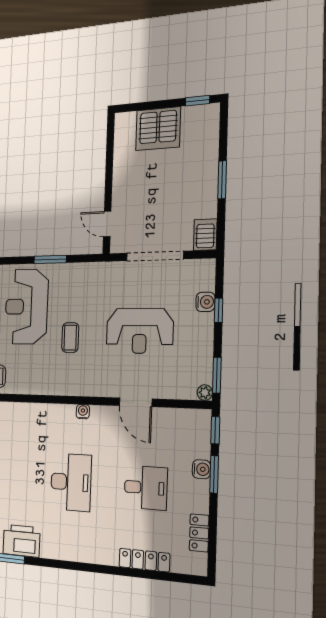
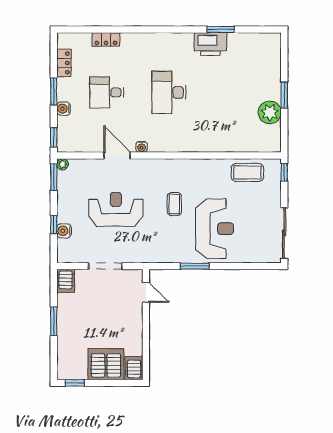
server rack: (125, 127) -> (134, 368), added
doorway: (155, 256) -> (105, 266), width x0.73
water cooler: (83, 412) -> (141, 147), moved
window: (214, 474) -> (54, 91), moved
locker: (144, 560) -> (106, 39), width x0.66

